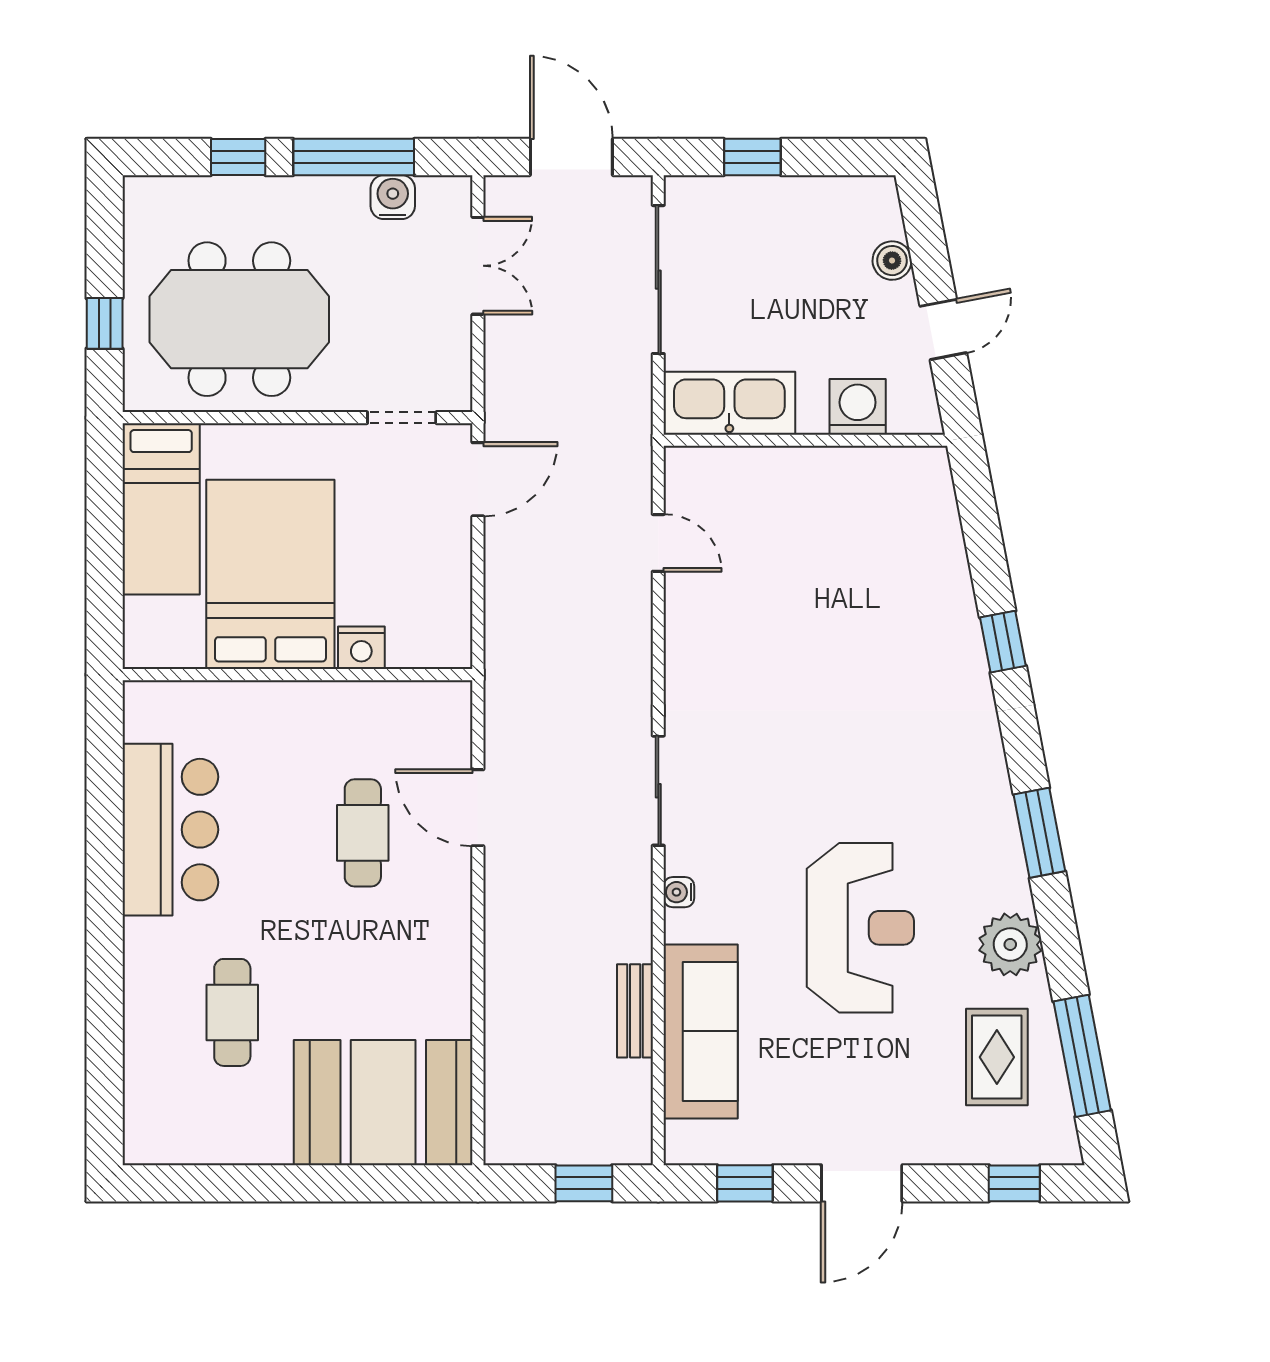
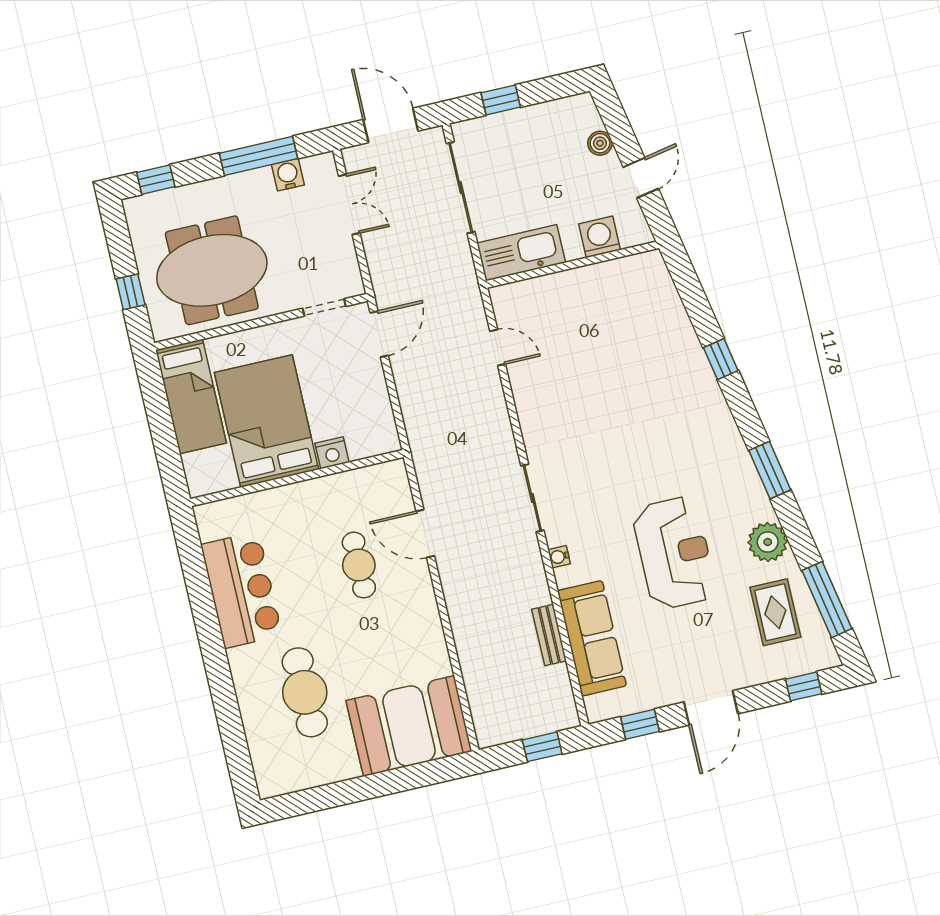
window: (238, 157) -> (156, 180), moved
cafe table: (232, 1012) -> (305, 692), width x1.37, depth x1.35

